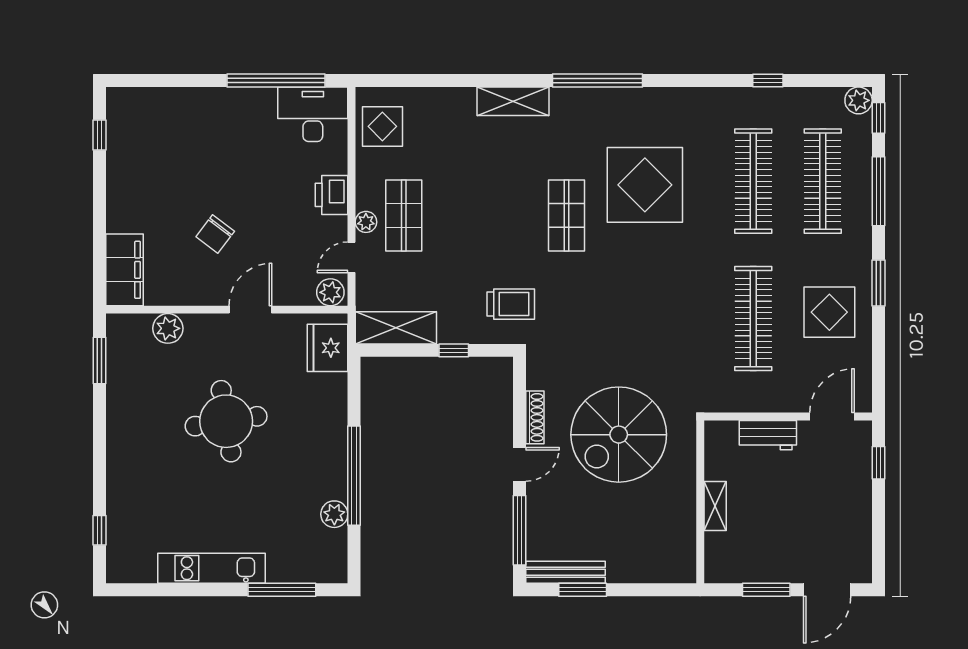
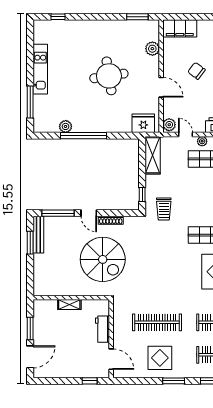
window: (454, 350) -> (142, 195), moved
spiral stairs: (619, 435) -> (103, 259), turned 180
door: (827, 590) -> (30, 357), swing flipped

